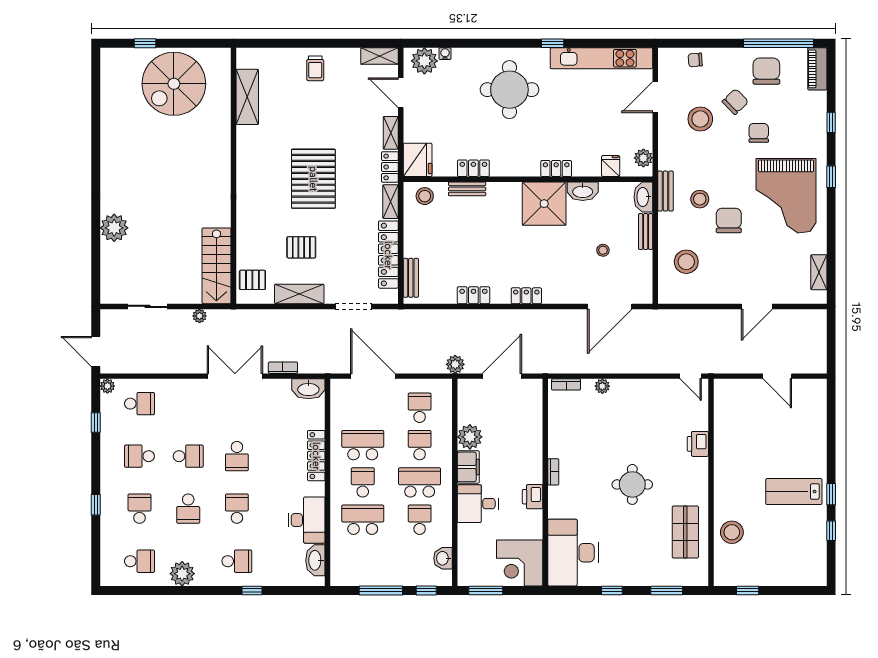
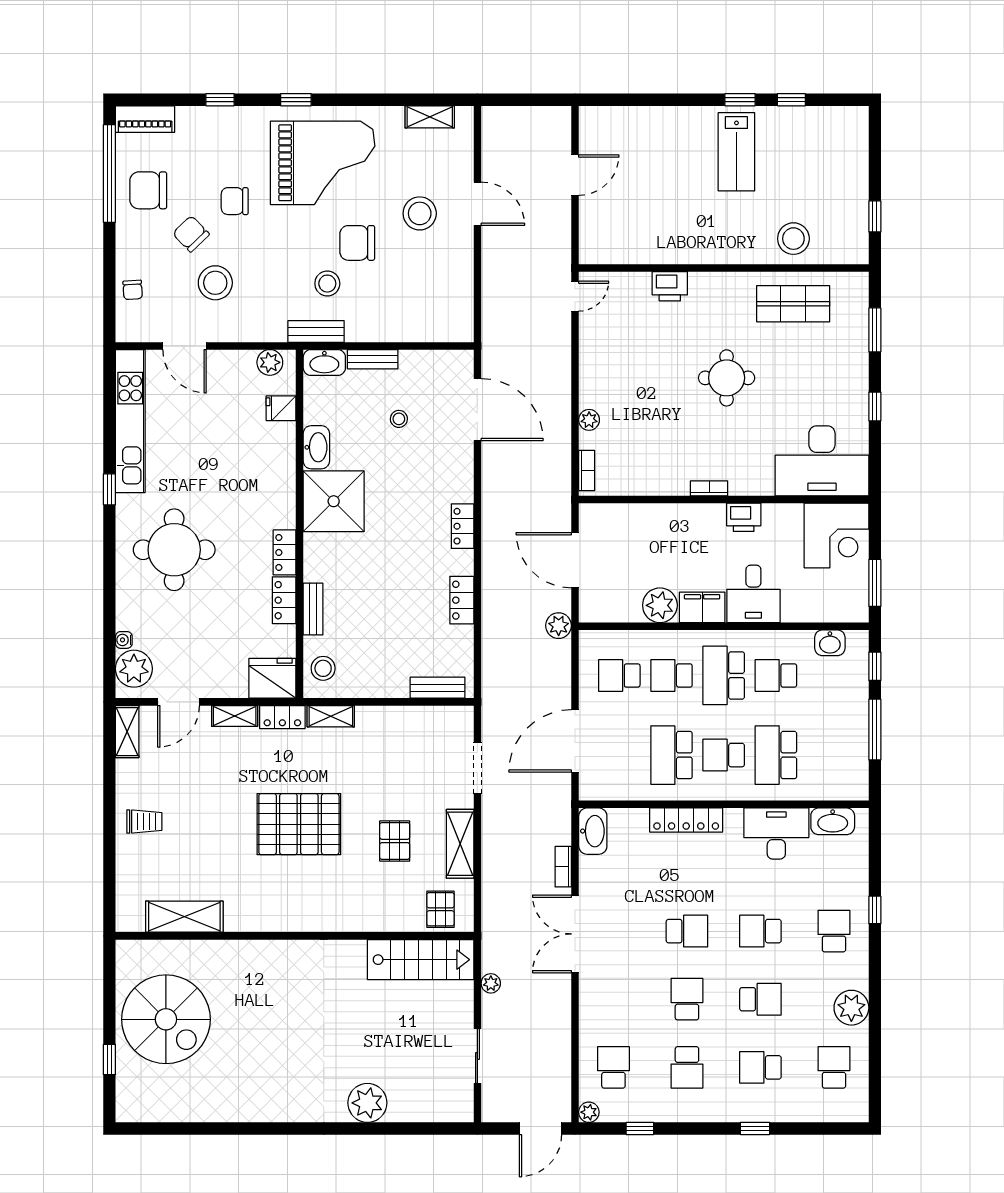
locker: (556, 168) -> (285, 552), moved
locker: (388, 255) -> (405, 719), removed
stool: (686, 262) -> (420, 213), moved

